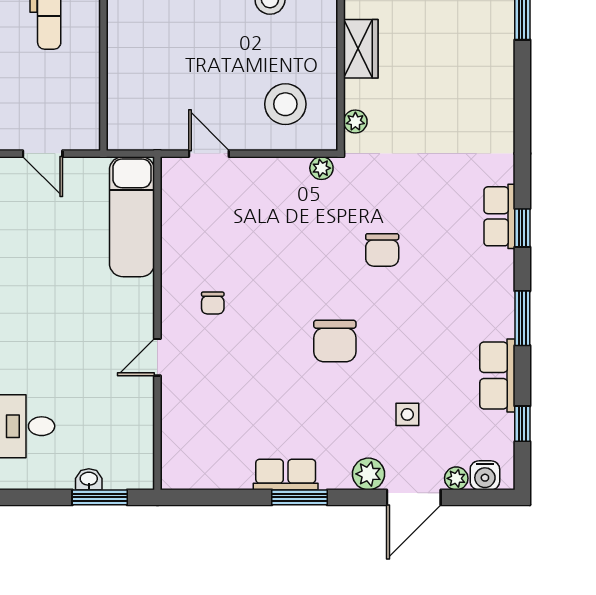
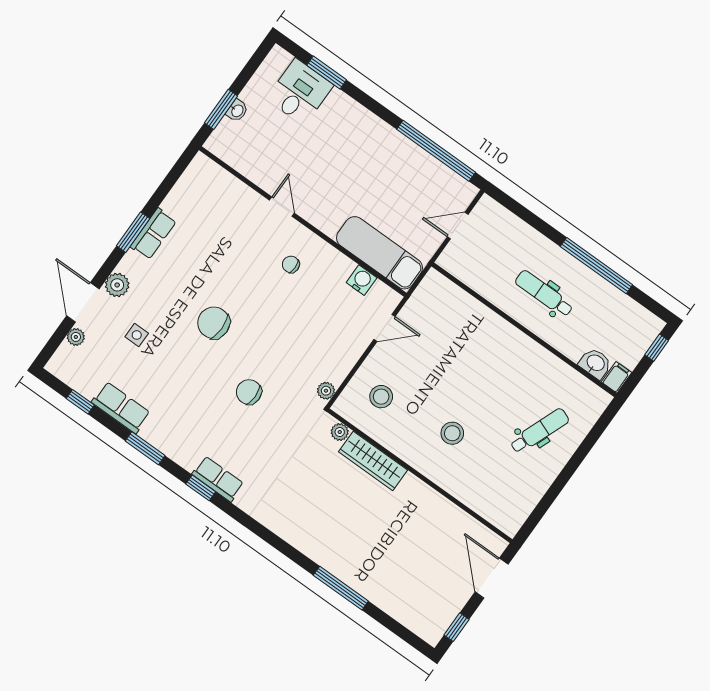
wardrobe: (361, 49) -> (373, 461), width x1.50
stool: (285, 104) -> (381, 397), width x0.73, depth x0.73
water cooler: (485, 475) -> (362, 280), moved, turned 90

